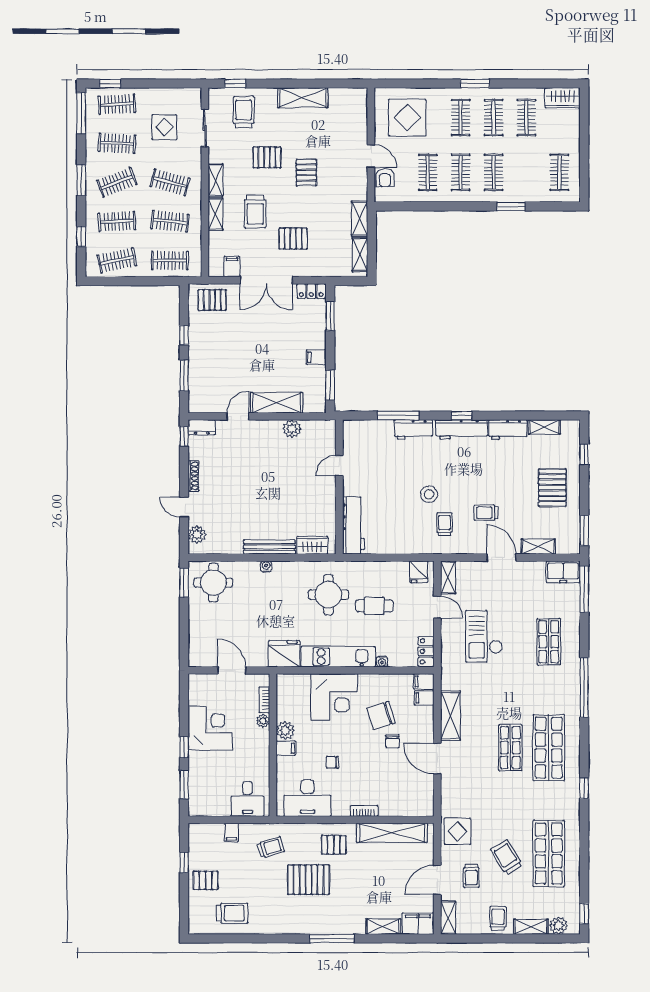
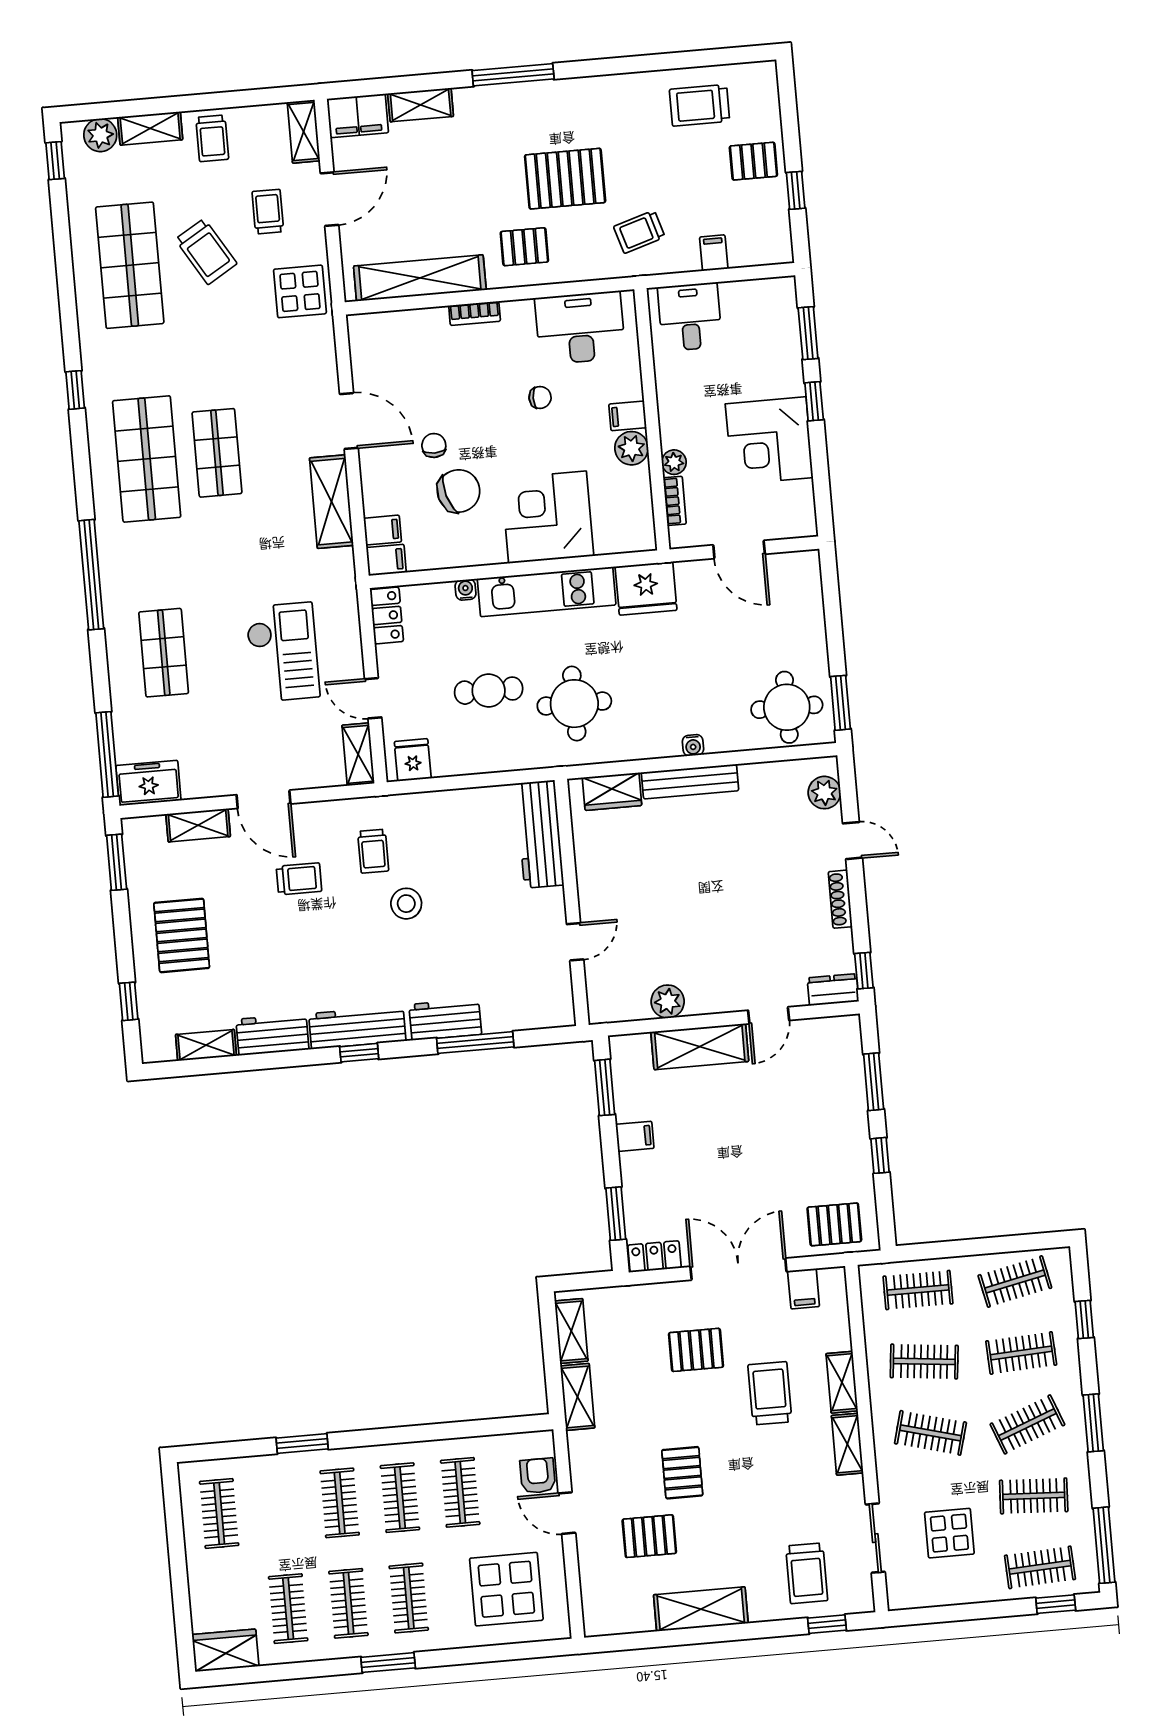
pallet: (267, 157) -> (649, 1536), moved

